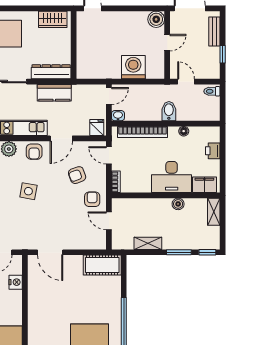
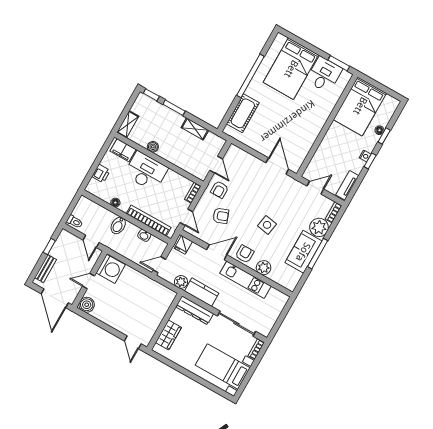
wardrobe: (53, 19) -> (168, 335), moved, turned 90
washing machine: (133, 67) -> (111, 269), moved, turned -90
plant: (79, 91) -> (181, 282), added
washbasin: (118, 116) -> (144, 235), moved
cot: (102, 265) -> (243, 113), moved, turned 90
nightstand: (16, 282) -> (319, 158), removed

